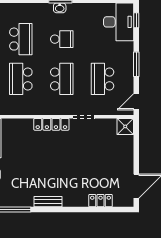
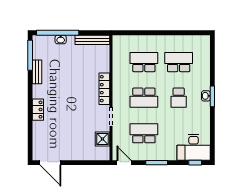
school desk: (21, 39) -> (179, 62), turned 180
shower: (125, 126) -> (102, 139), moved
locker: (101, 201) -> (38, 110), moved
bench: (48, 202) -> (37, 72), moved

